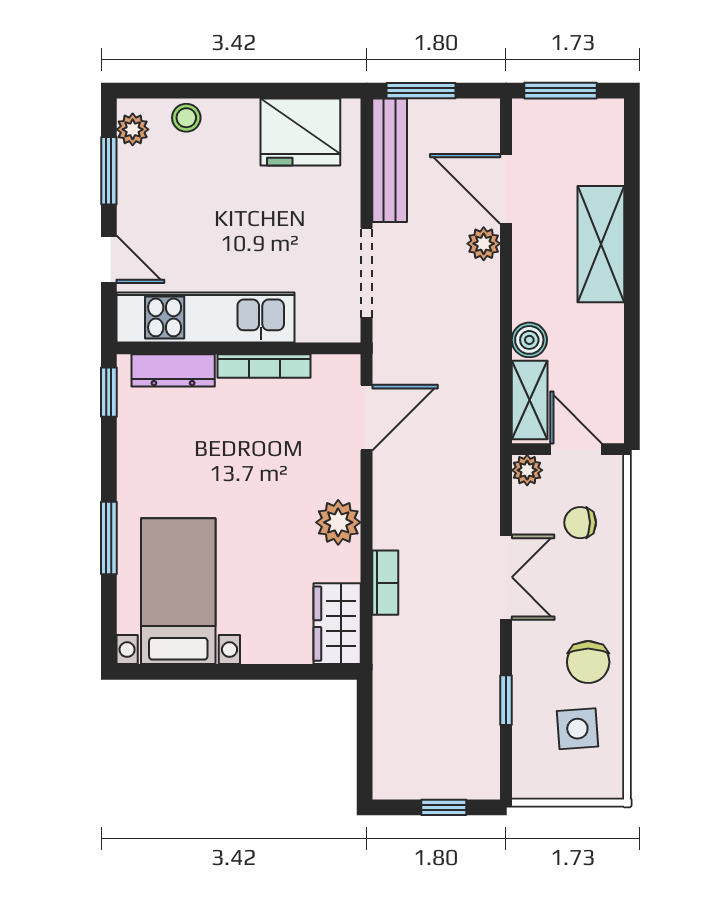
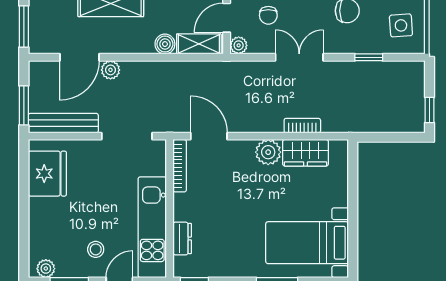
stool: (186, 118) -> (96, 249), moved
bookcase: (264, 366) -> (180, 166), moved
dresser: (173, 370) -> (182, 238), width x0.70
wardrobe: (337, 624) -> (306, 153), moved
side table: (577, 729) -> (401, 25), moved
window: (444, 807) -> (430, 110), moved

